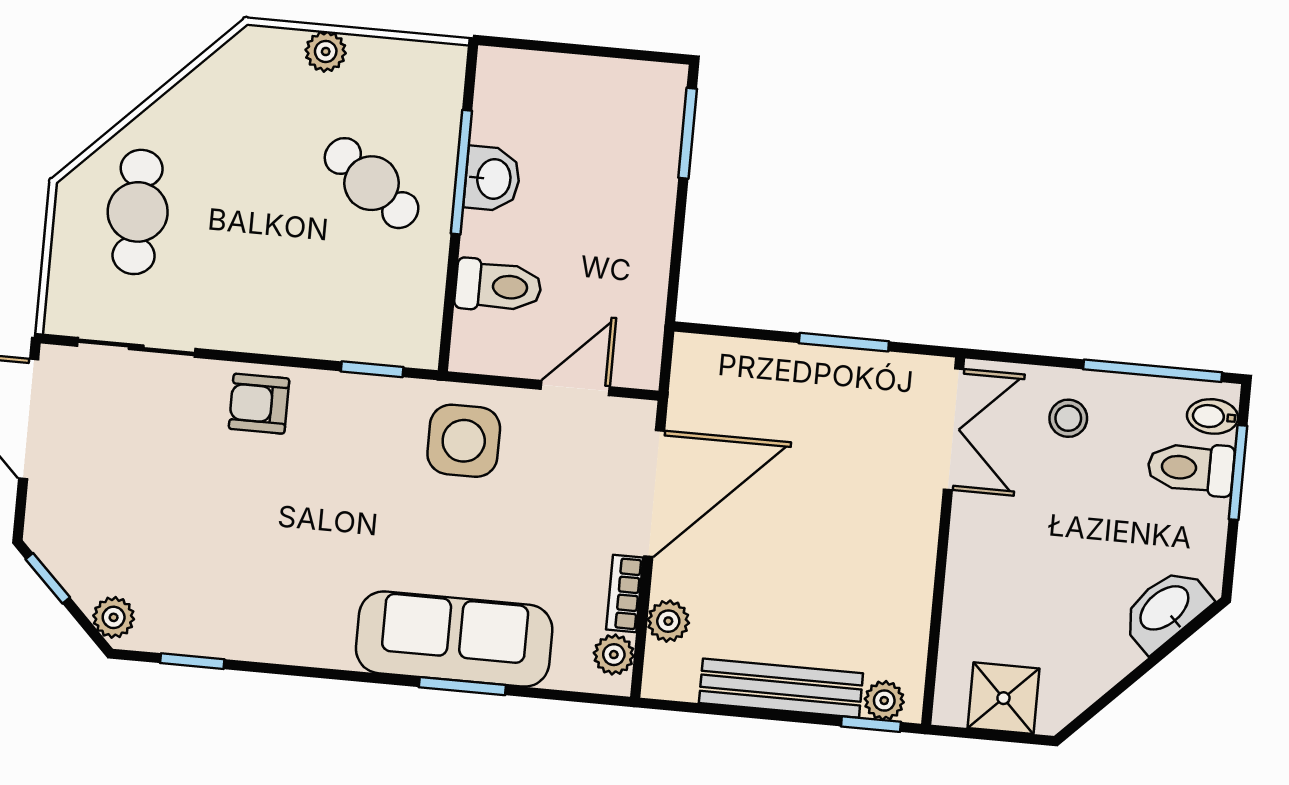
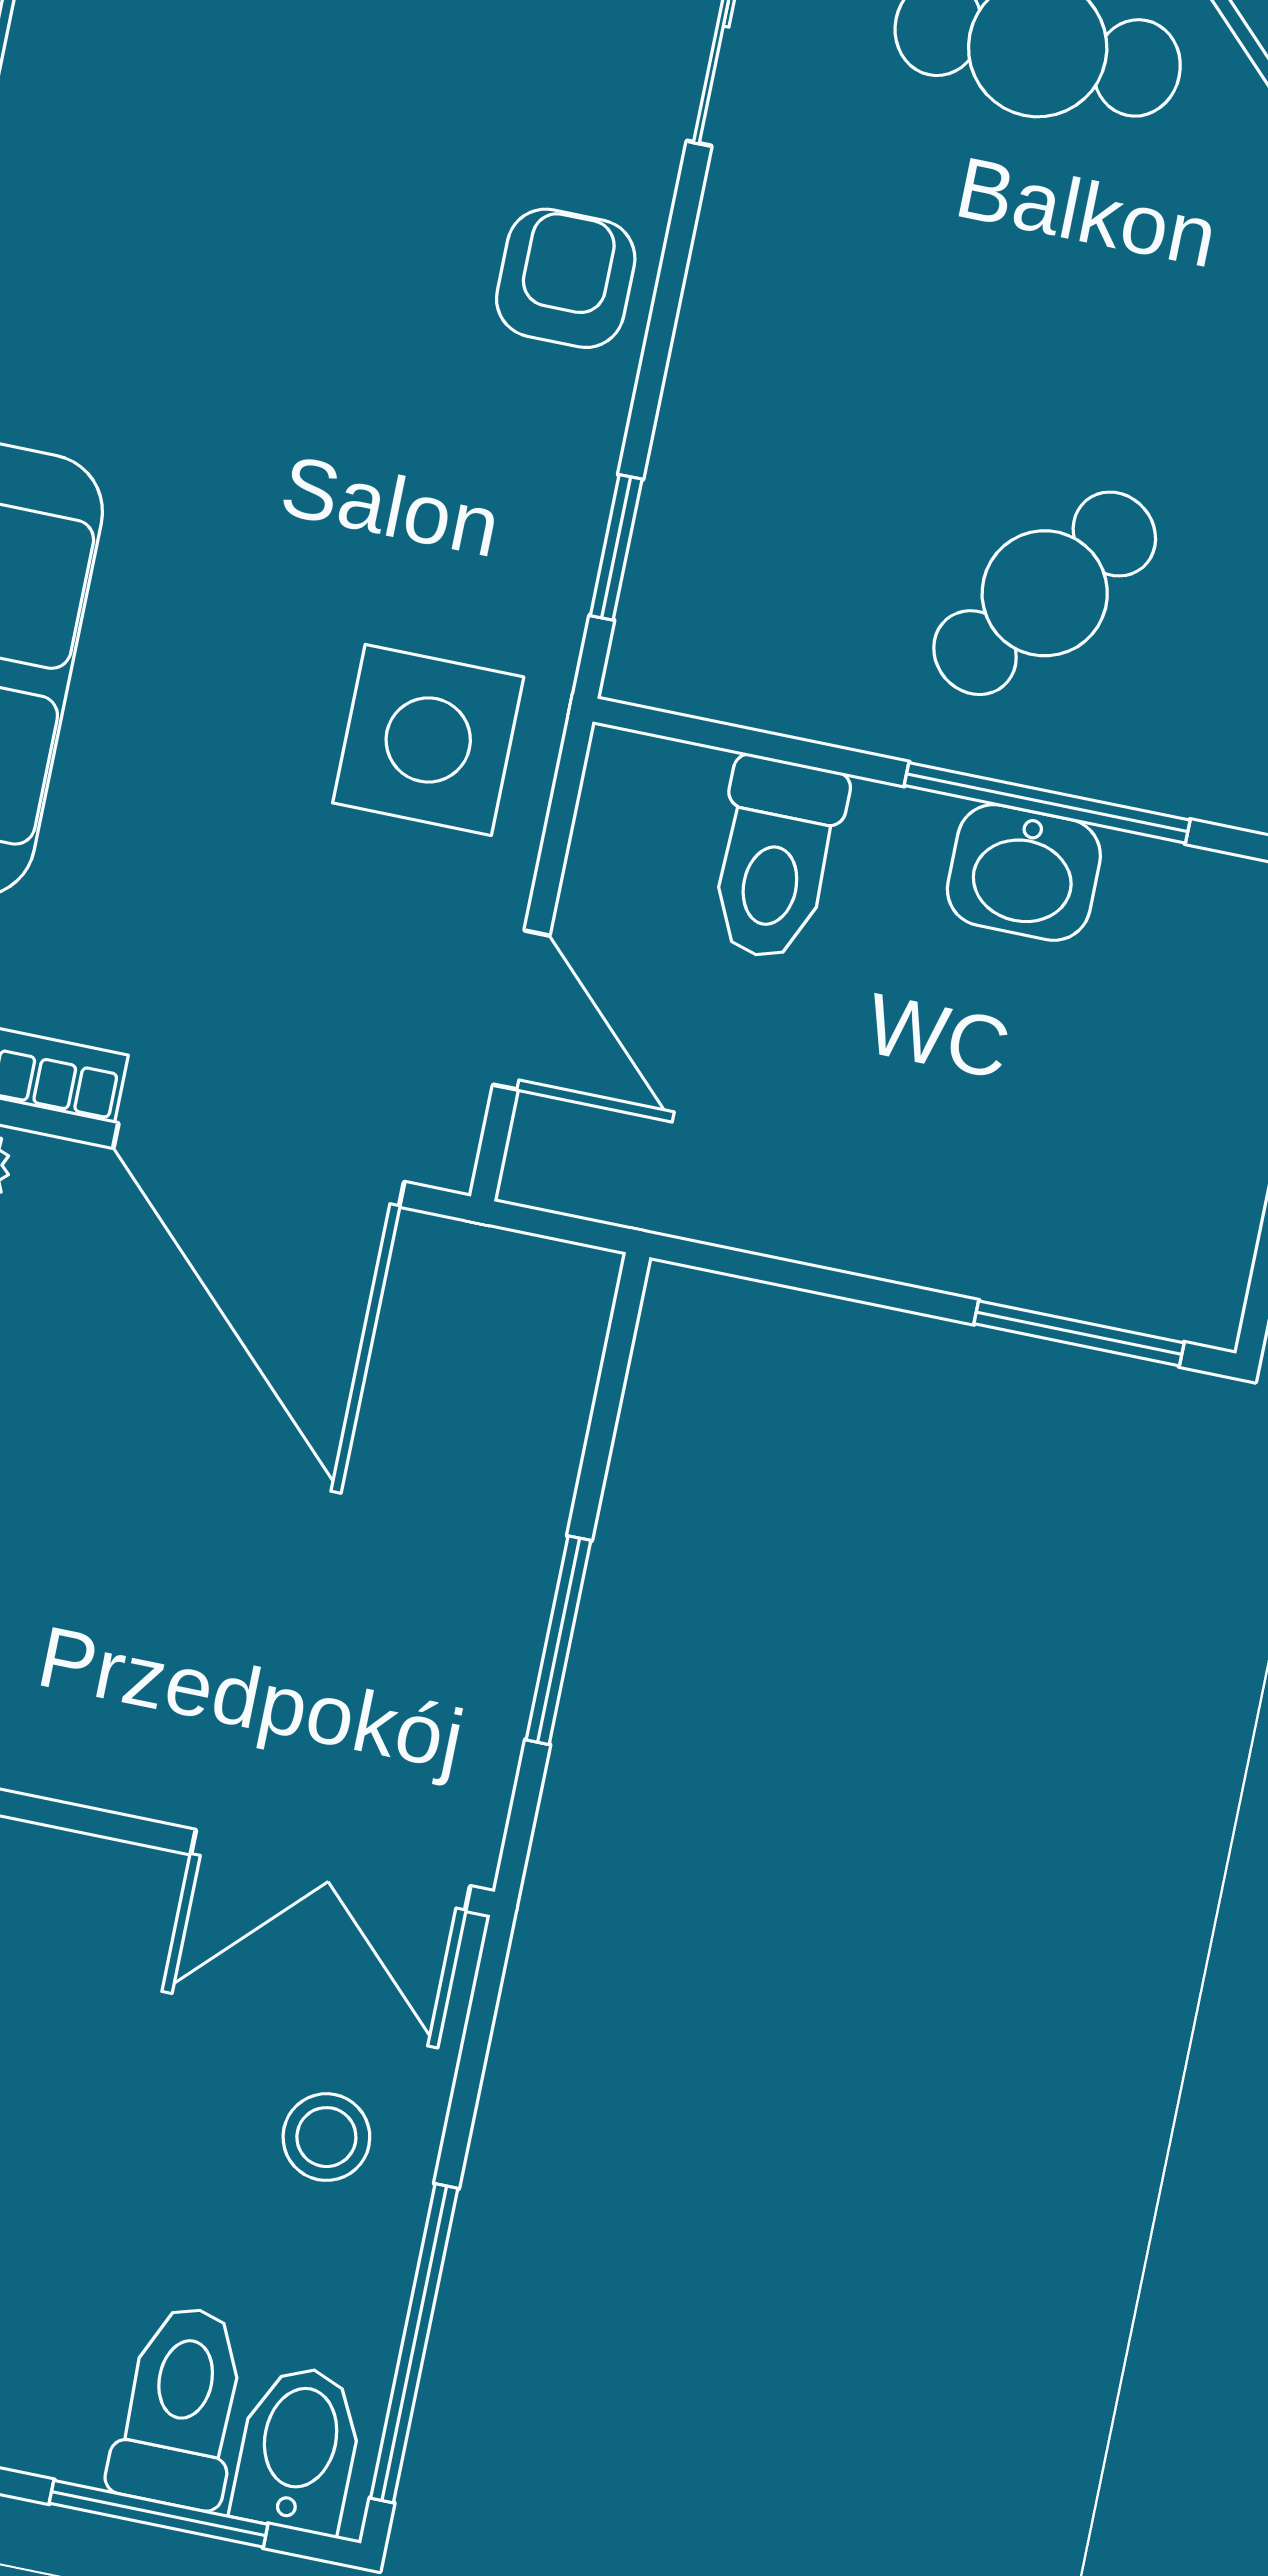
bidet: (1212, 416) -> (298, 2449), width x1.38, depth x1.36

